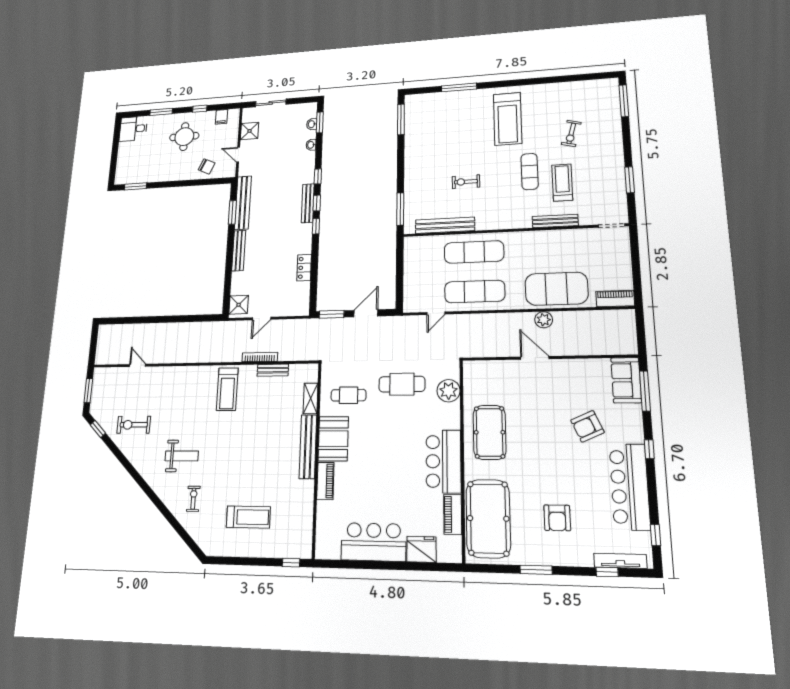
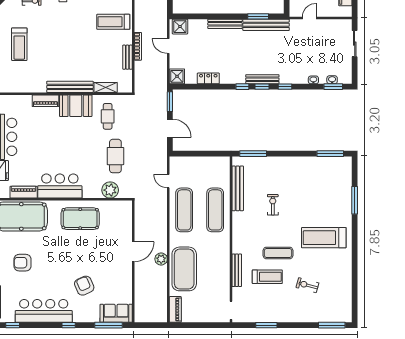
shower: (250, 131) -> (177, 76), moved

